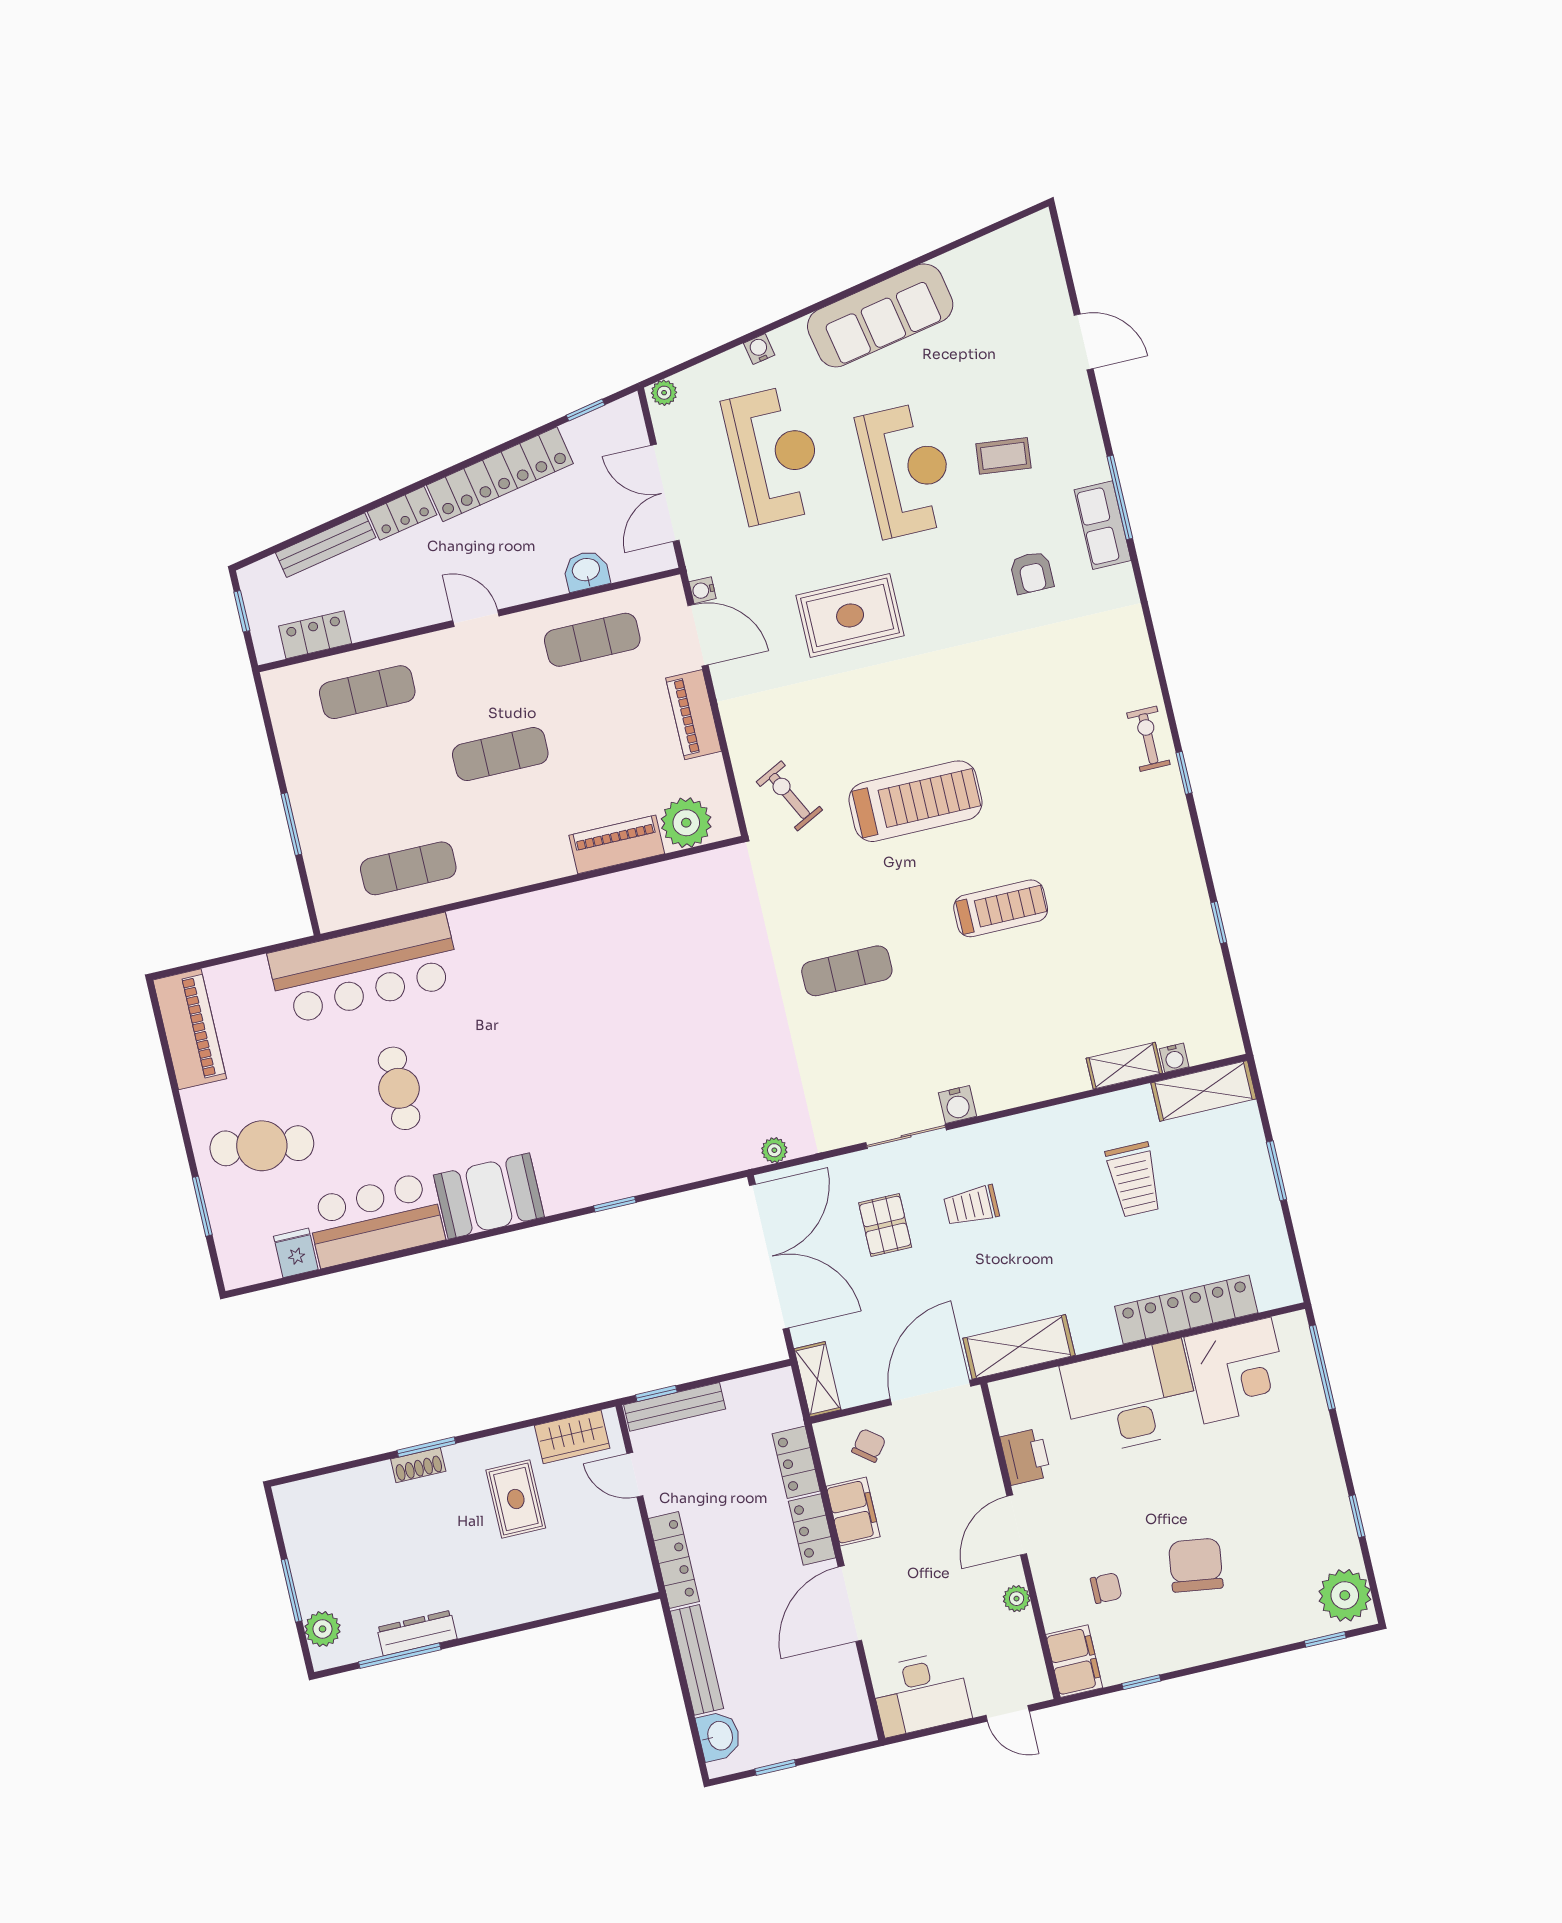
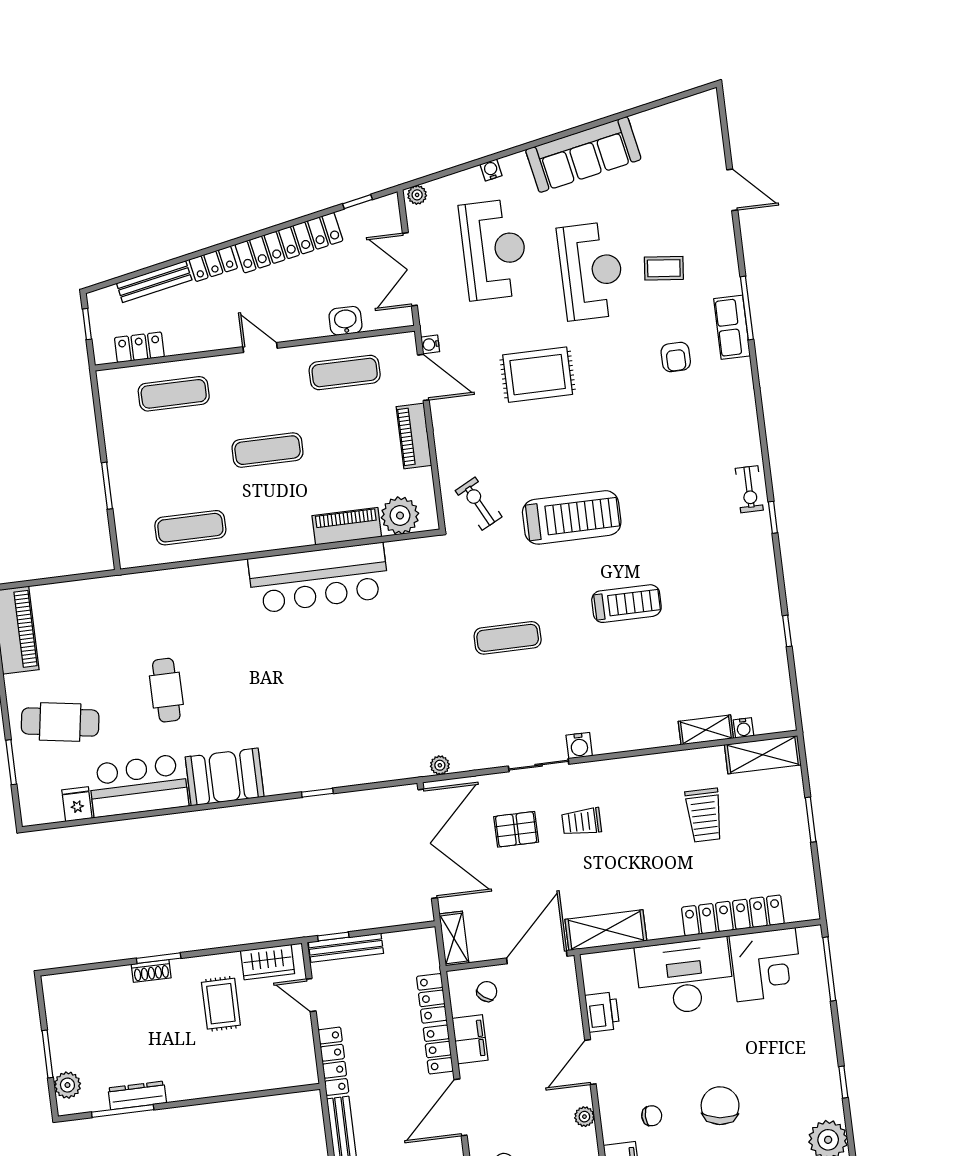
exercise bike: (1148, 739) -> (749, 489), turned 180
bar counter: (364, 969) -> (319, 578), moved
pallet: (885, 1225) -> (516, 829), turned 90

